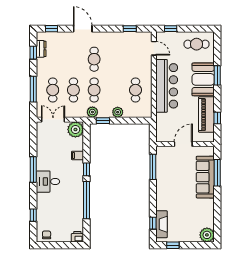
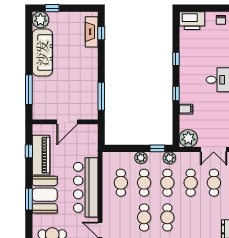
cafe table: (115, 59) -> (144, 217), added
cafe table: (115, 90) -> (144, 183), added
sofa: (205, 177) -> (42, 53), moved
window: (86, 200) -> (176, 59), width x0.32
printer: (77, 237) -> (192, 21), width x1.87, depth x1.48
window: (173, 245) -> (52, 8), moved

